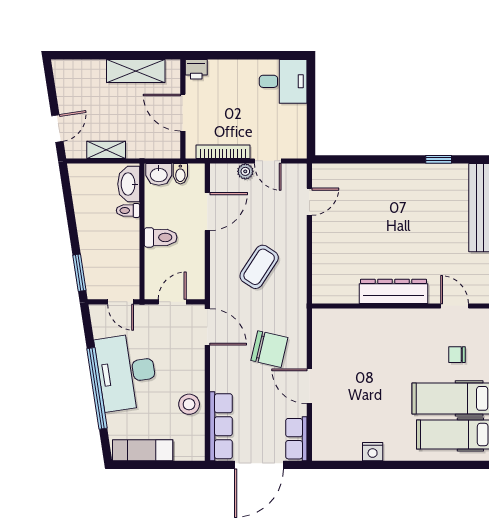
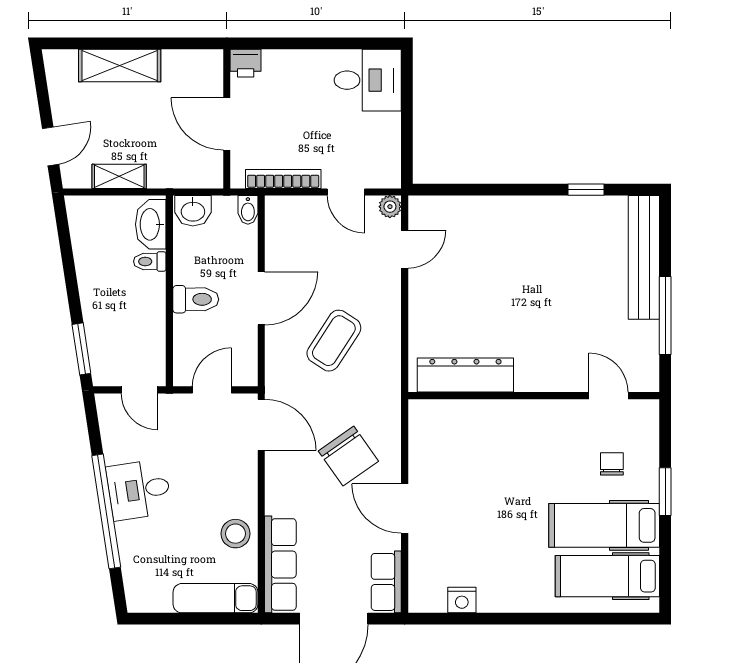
shelving: (136, 71) -> (120, 66), moved
plant: (245, 171) -> (390, 207), moved
bidet: (180, 174) -> (248, 210), moved
door: (207, 212) -> (261, 298), moved
dresser: (394, 291) -> (465, 375), moved
chair: (269, 349) -> (348, 456), turned 42
chair: (457, 355) -> (612, 464), turned 90
desk: (127, 372) -> (139, 490), width x0.53, depth x0.77
exam couch: (143, 450) -> (215, 598), moved
nightstand: (373, 452) -> (462, 600), moved

